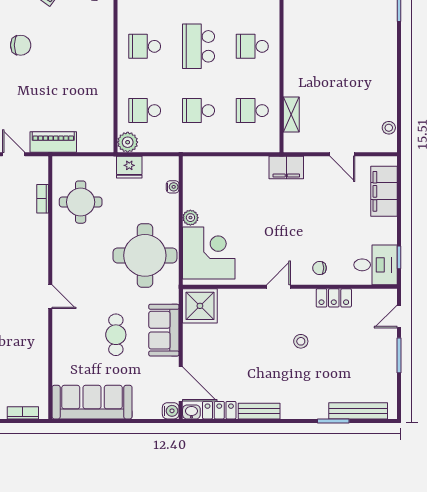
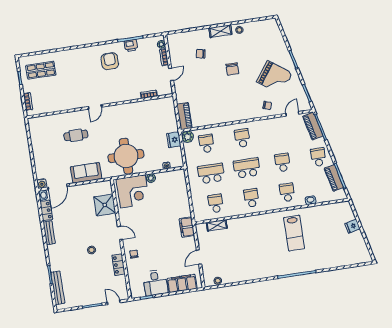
school desk: (198, 111) -> (211, 173), width x1.85
piano: (53, 142) -> (184, 116), moved
round table: (81, 202) -> (150, 116), removed
desk: (375, 265) -> (155, 283), moved
shower: (200, 306) -> (105, 205), moved
cafe table: (116, 335) -> (76, 135), moved
sofa: (92, 402) -> (40, 139), removed

